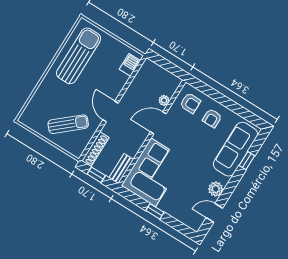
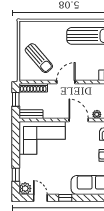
window: (247, 161) -> (65, 198), moved
plant: (216, 189) -> (25, 188), moved
window: (155, 211) -> (16, 175), moved

